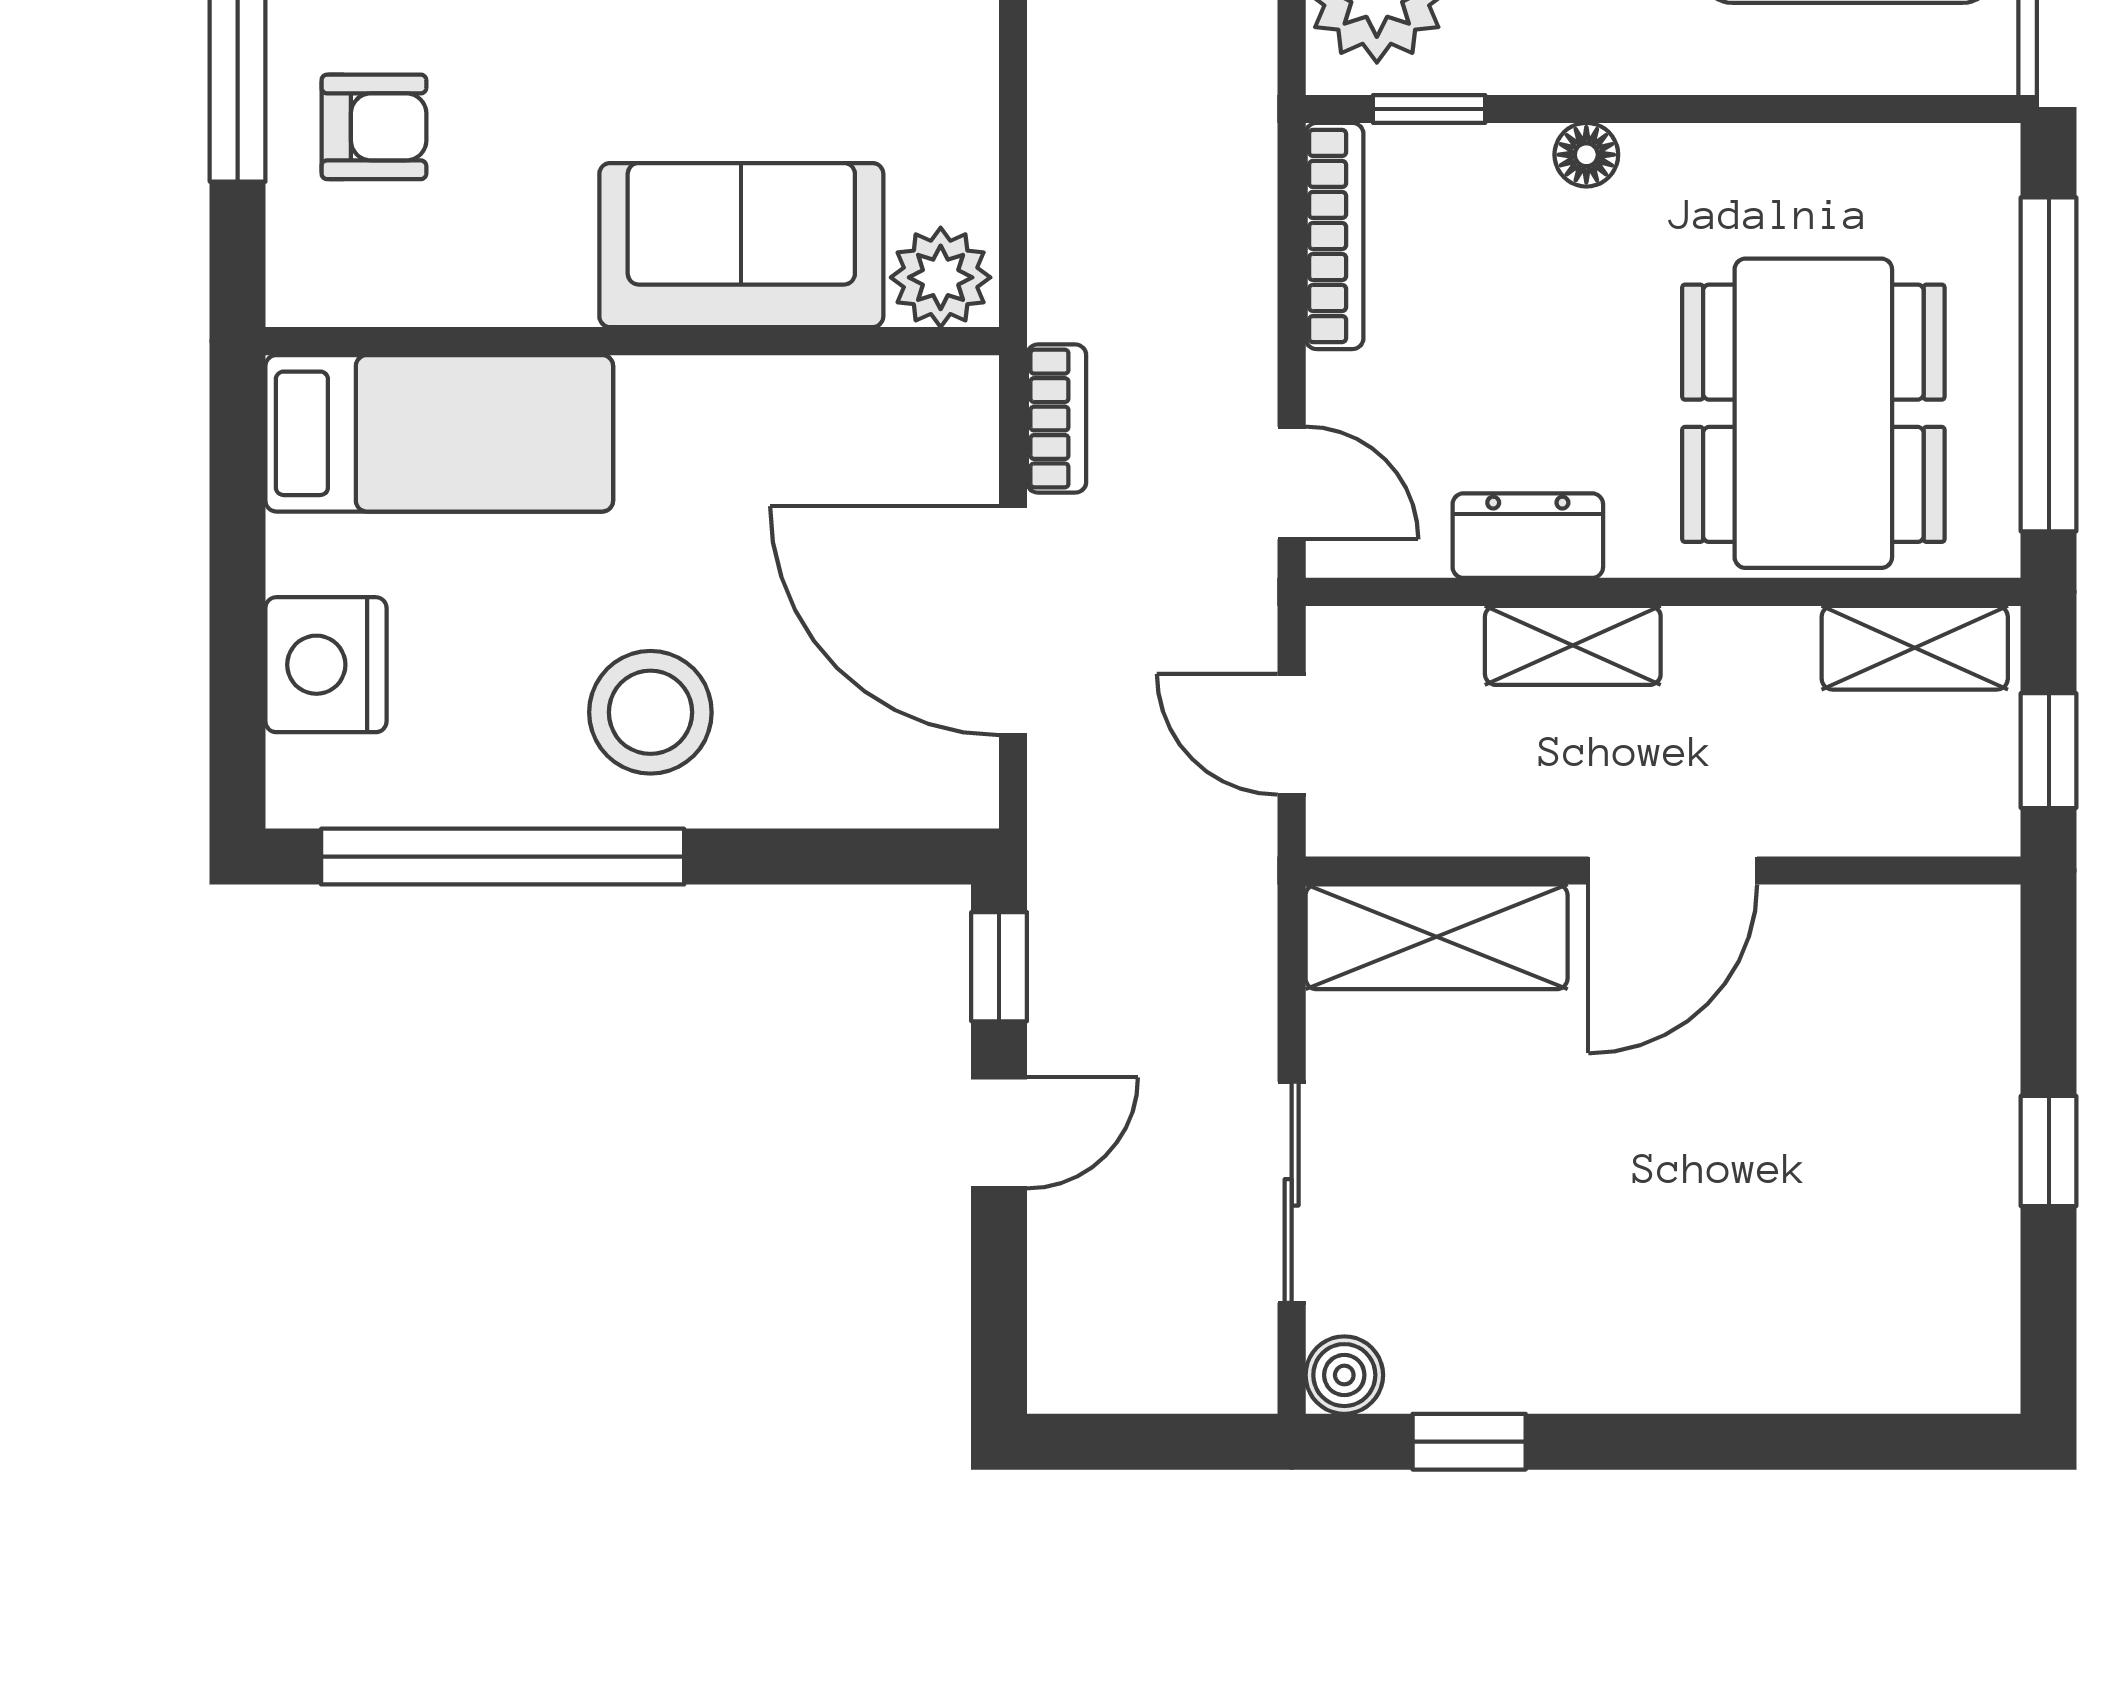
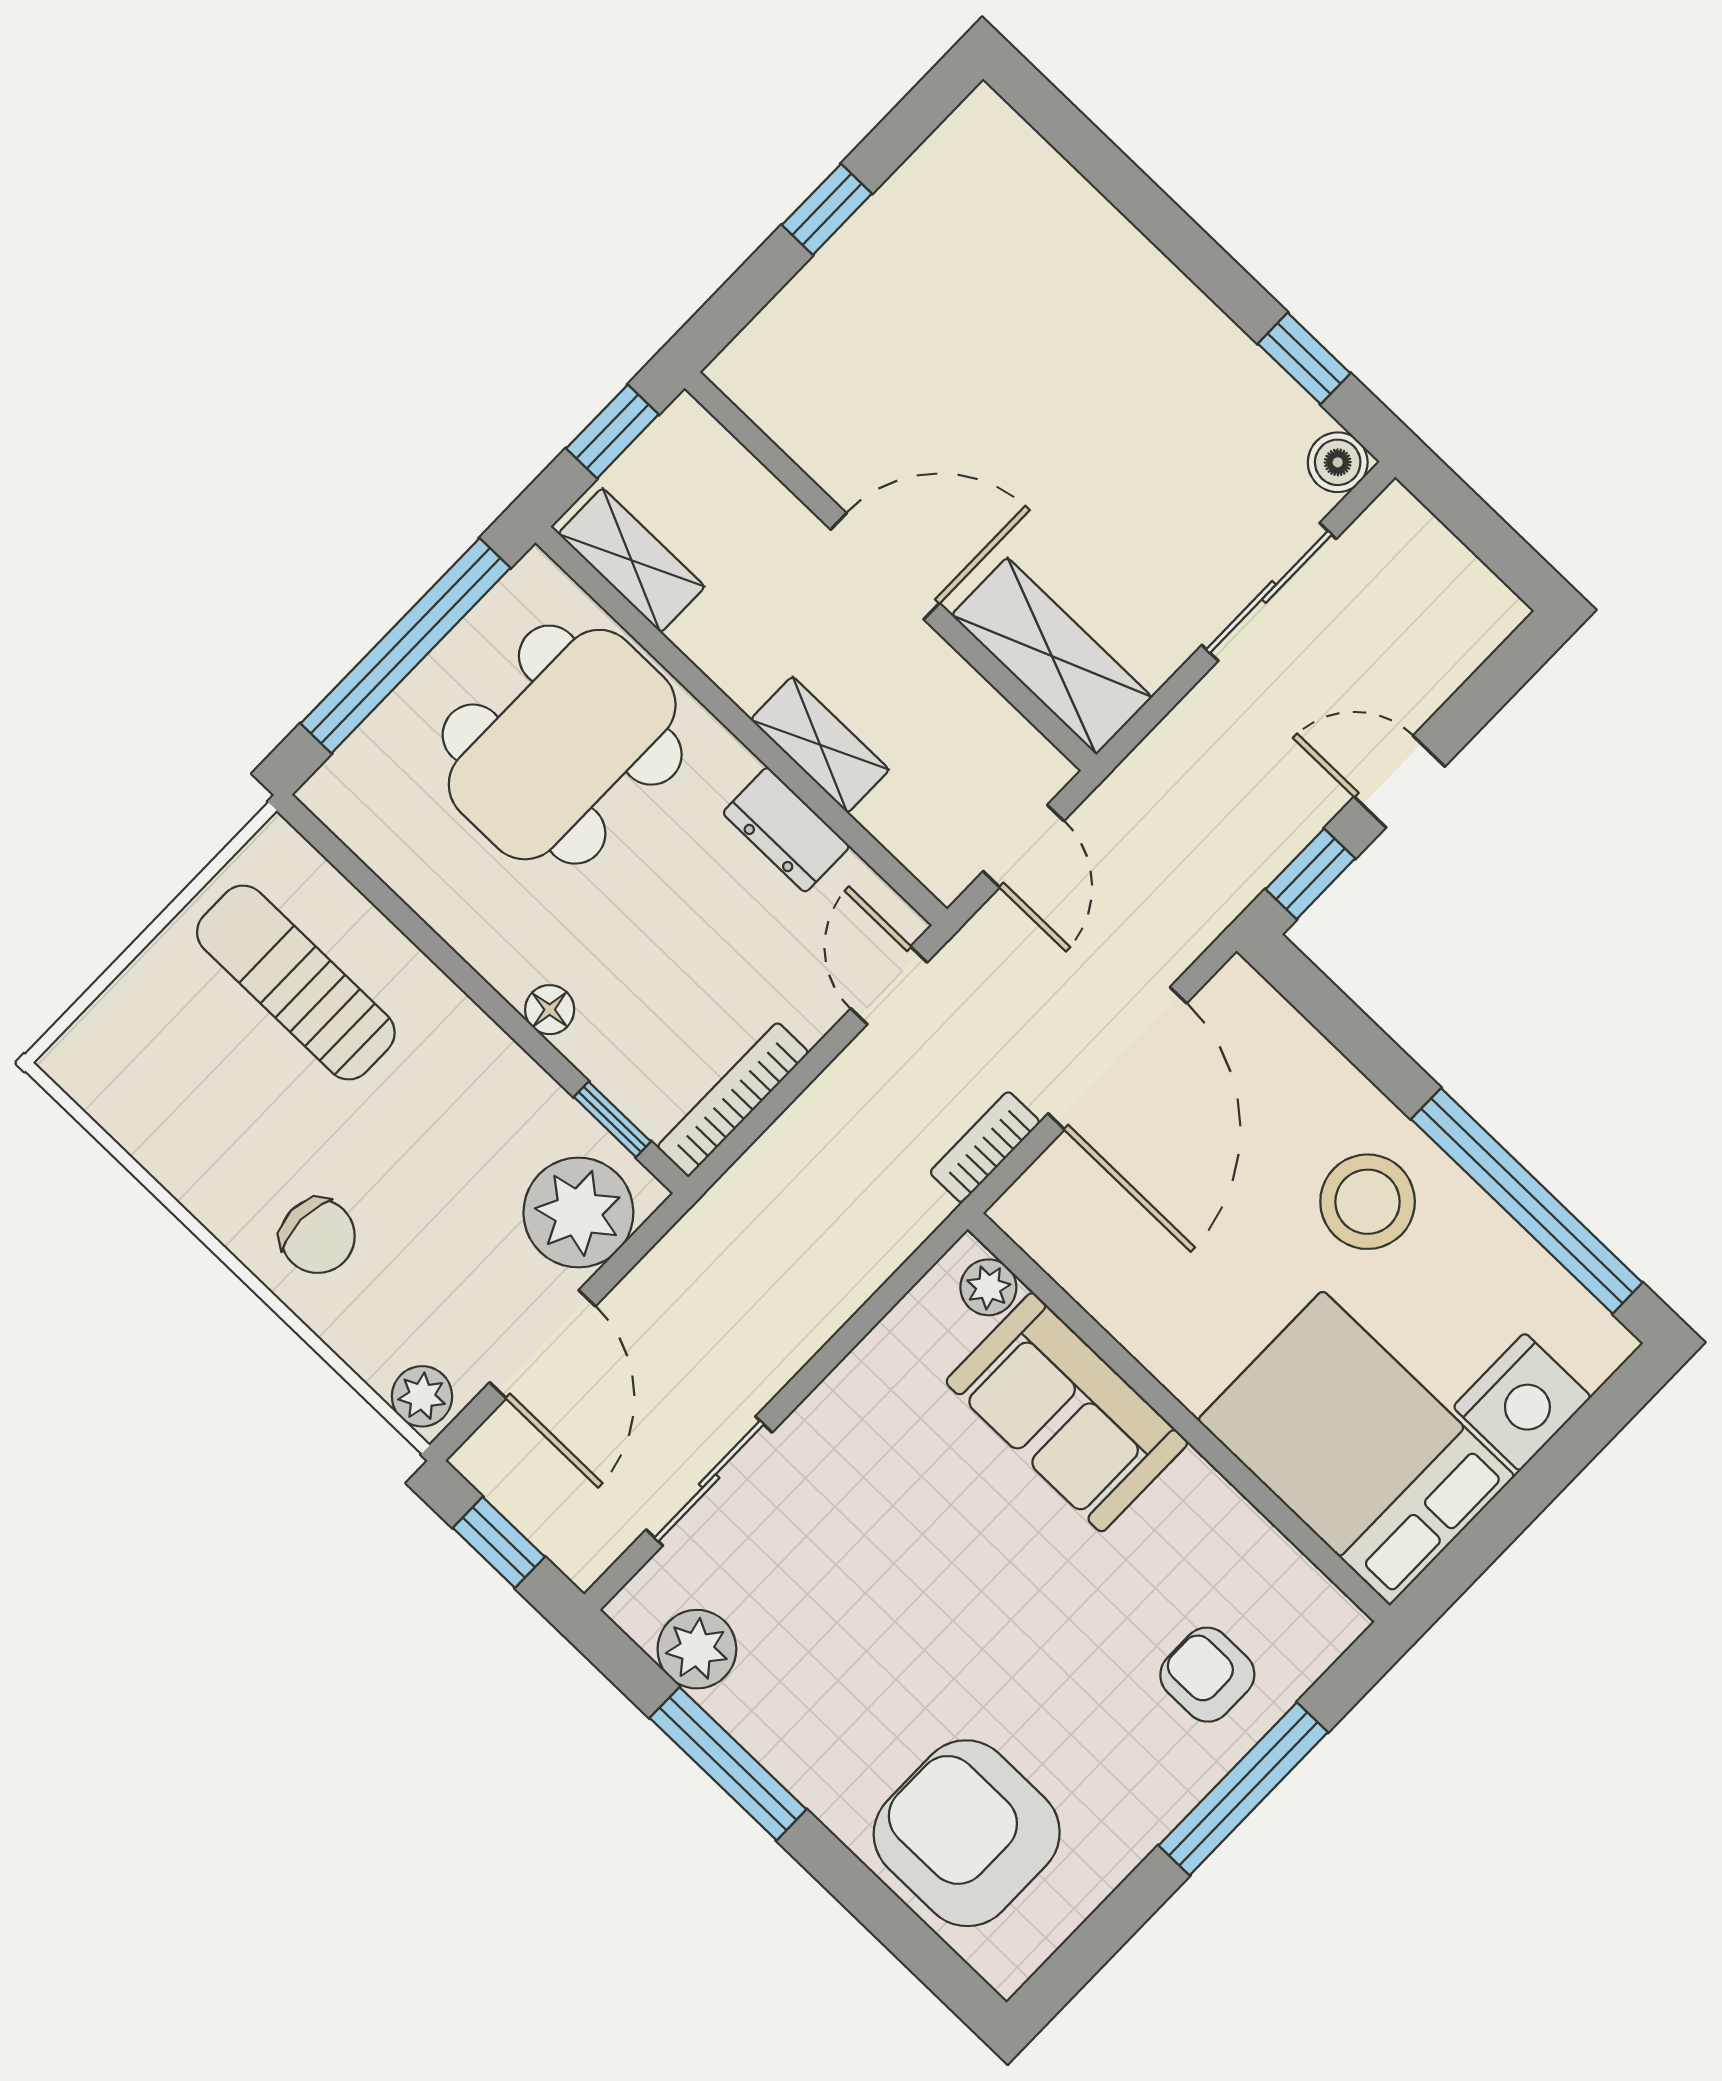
plant: (941, 277) -> (988, 1287), width x0.73, depth x0.73
bed: (439, 433) -> (1356, 1448), width x1.50

